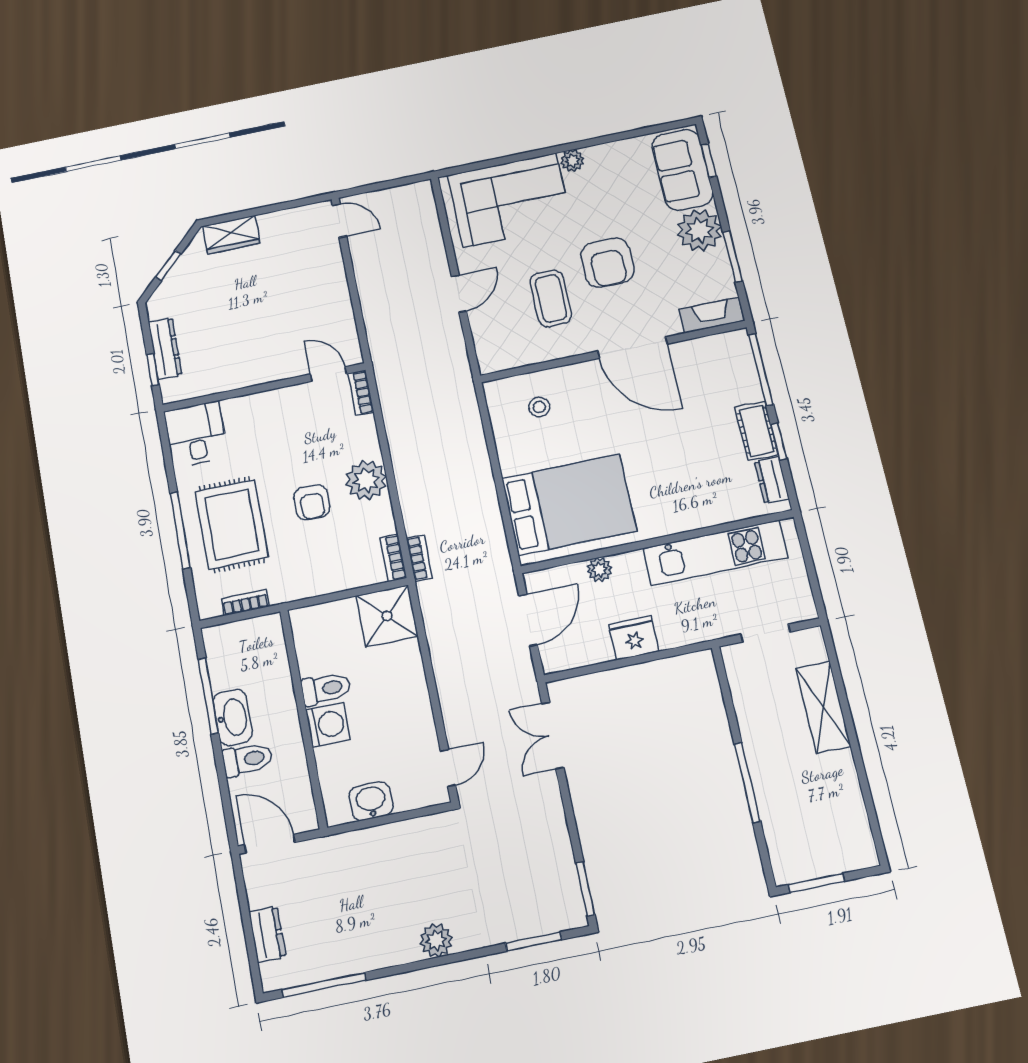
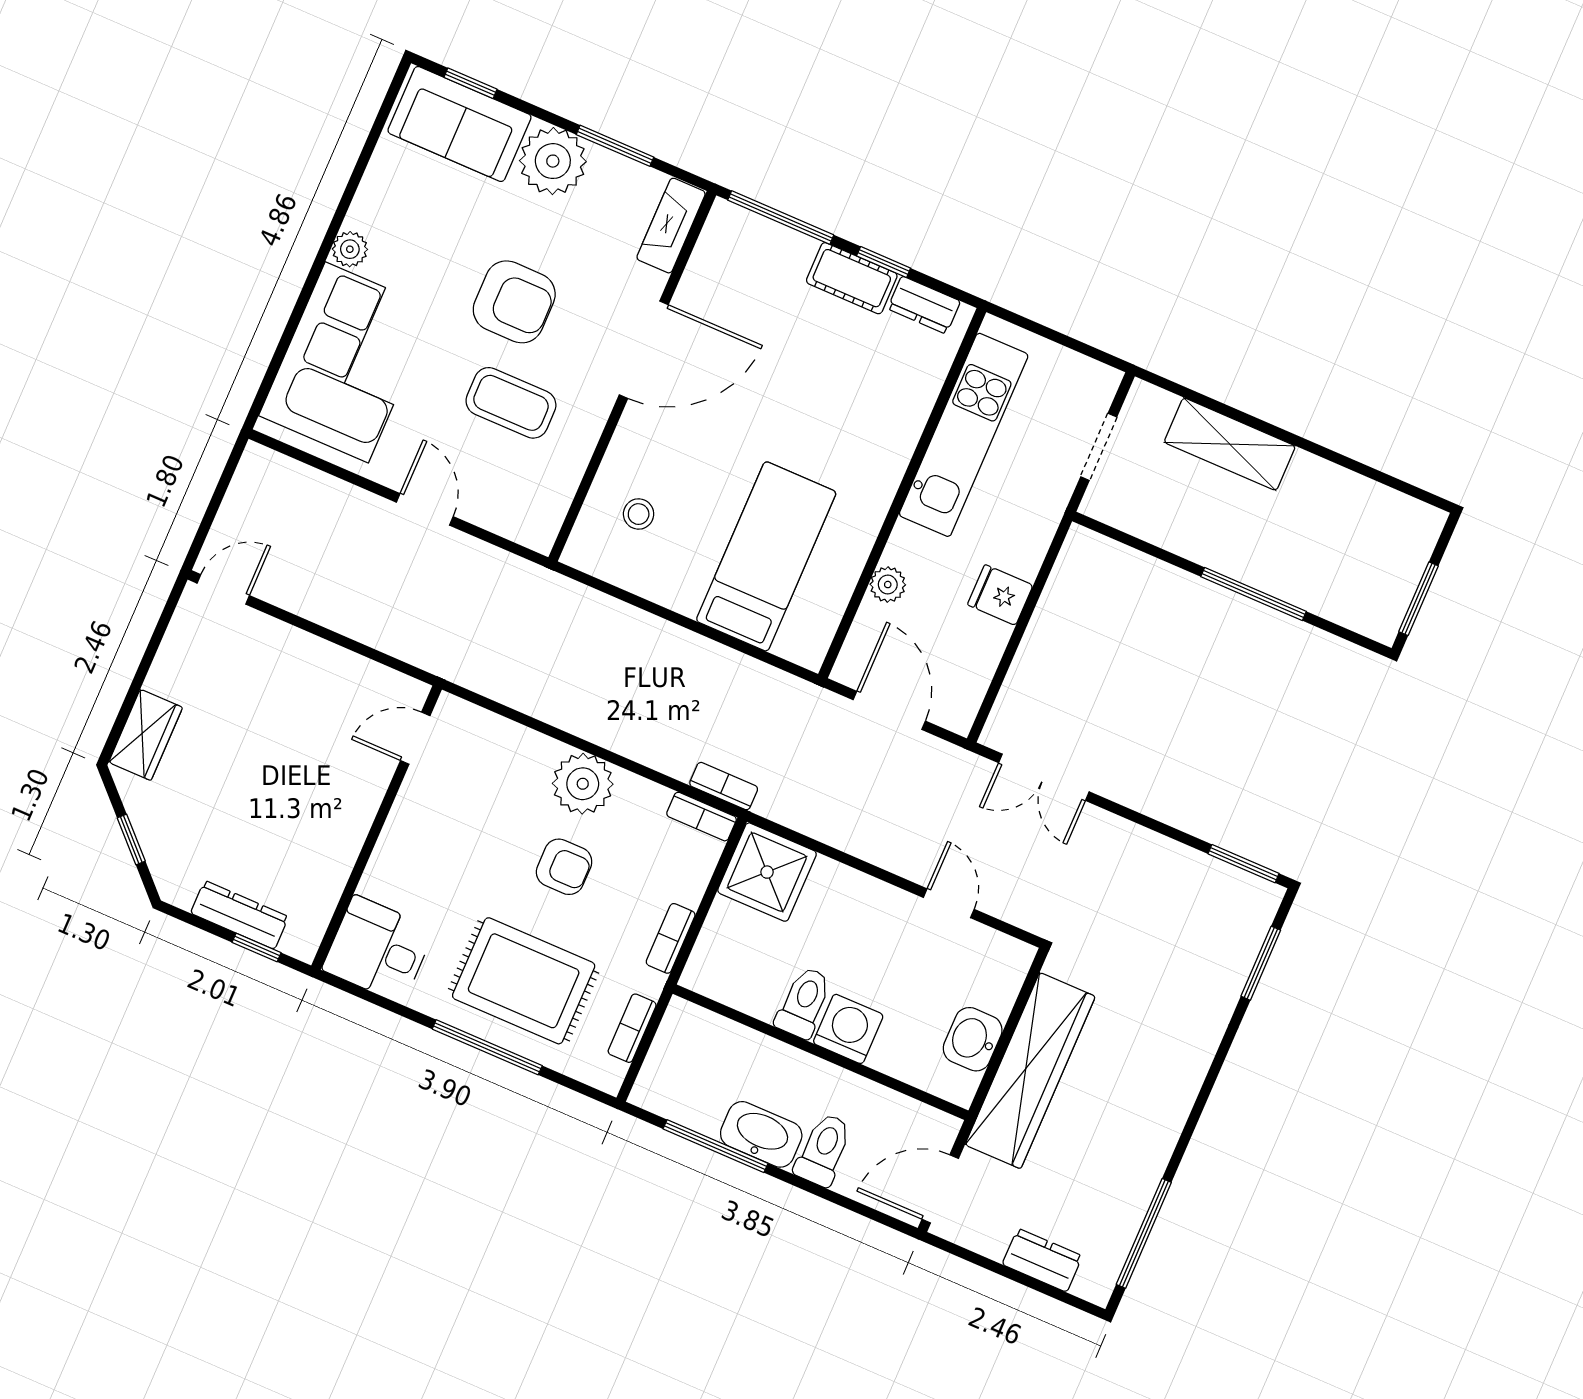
bookcase: (361, 393) -> (671, 938), moved, turned 90
bed: (569, 505) -> (766, 556), width x0.67
fridge: (634, 638) -> (1000, 595), width x0.72
door: (448, 768) -> (949, 903), moved
wardrobe: (375, 848) -> (1030, 1071), added
plant: (436, 940) -> (1183, 1073), removed

